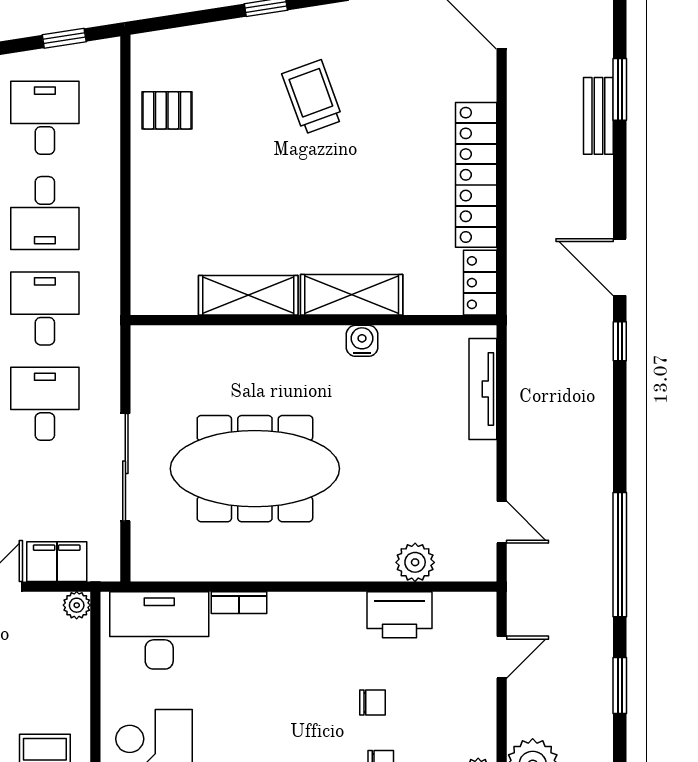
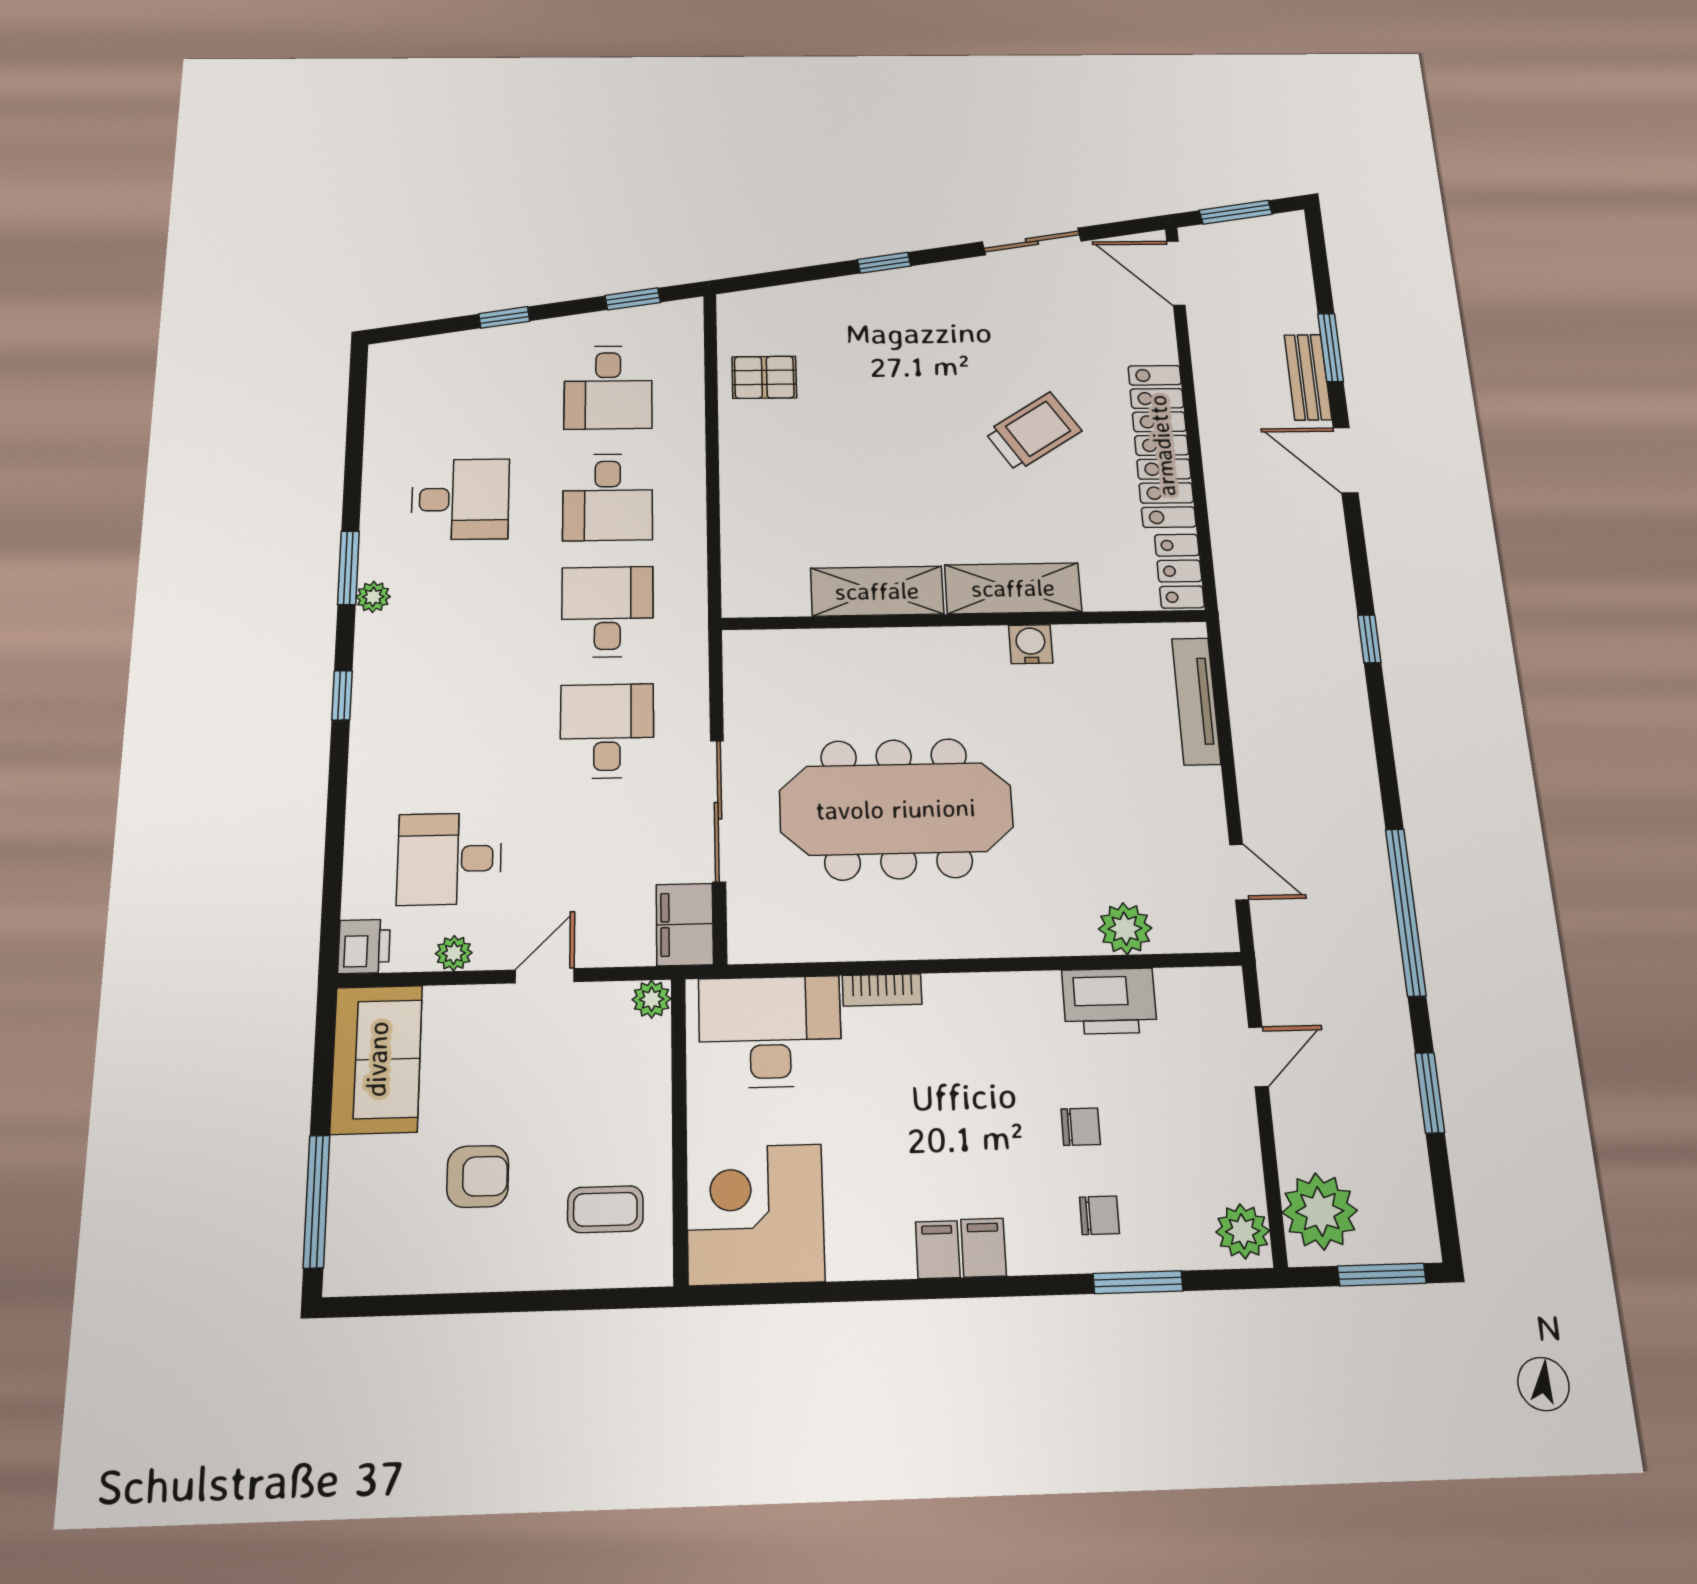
trolley: (312, 97) -> (1033, 432), moved, turned 77
desk: (45, 118) -> (608, 387), turned 180
door: (620, 267) -> (1346, 460), moved
filing cabinet: (57, 562) -> (685, 924), moved, turned -90

